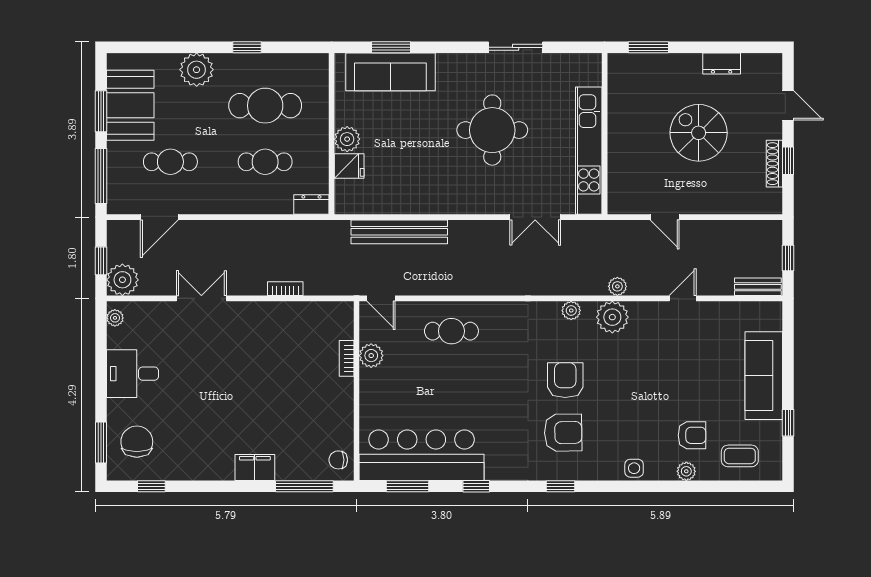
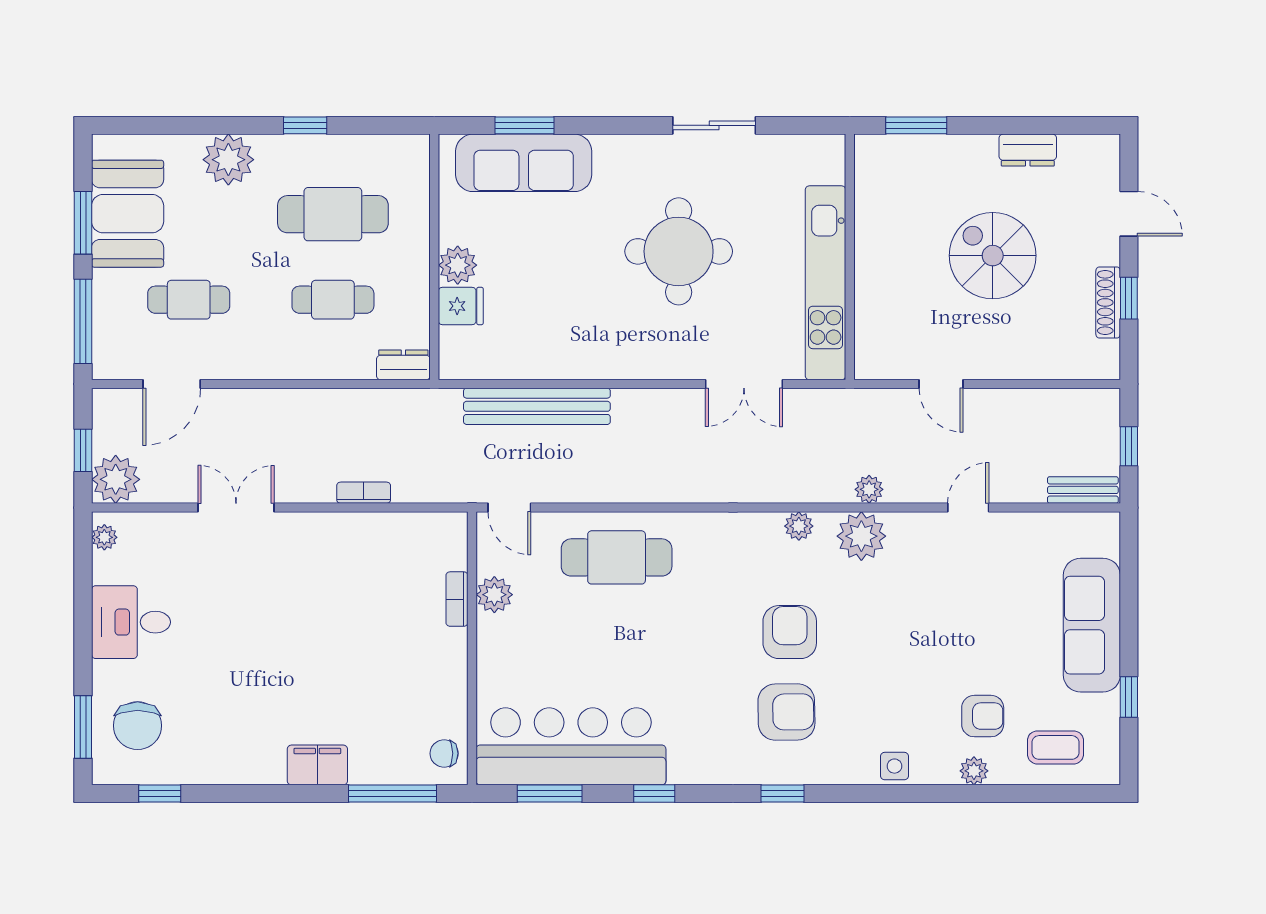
cafe table: (451, 331) -> (617, 557), width x1.37, depth x1.35
chair: (137, 442) -> (138, 726), turned 180

